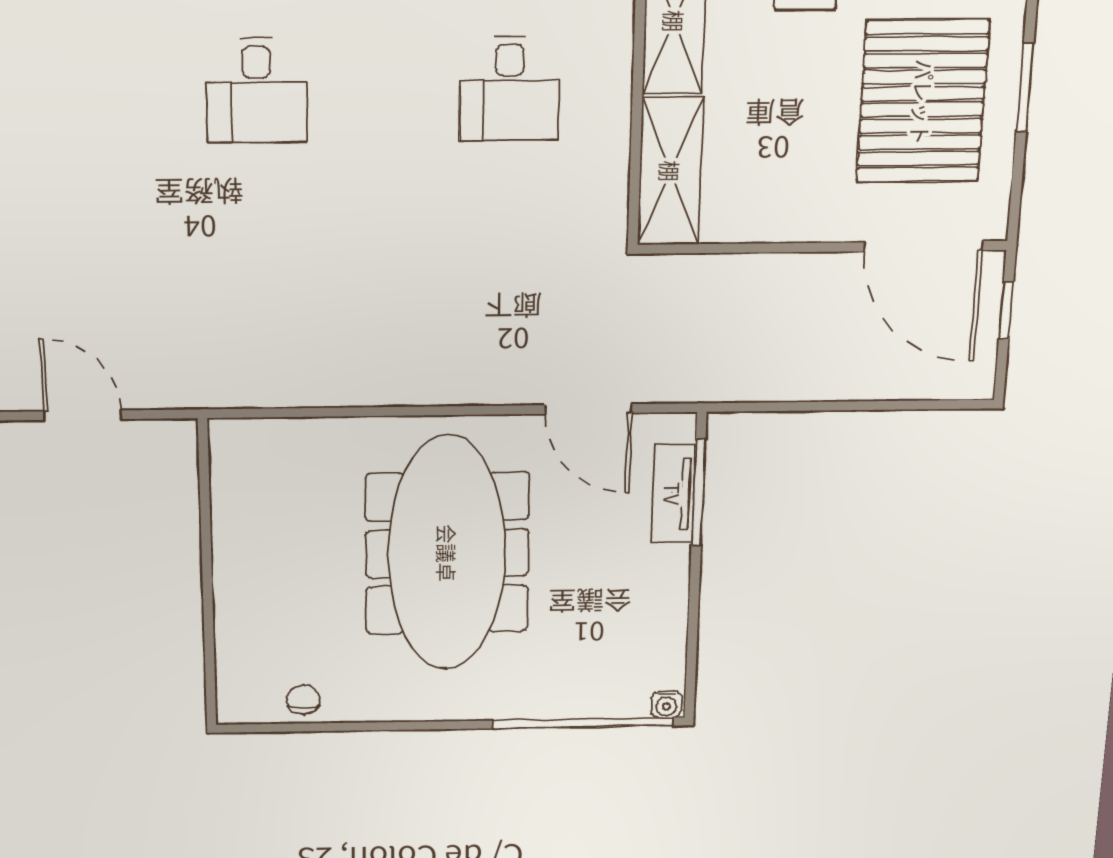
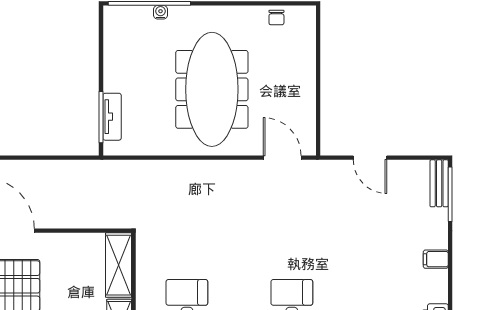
door: (588, 409) -> (282, 158), moved
water cooler: (666, 704) -> (160, 12), moved

